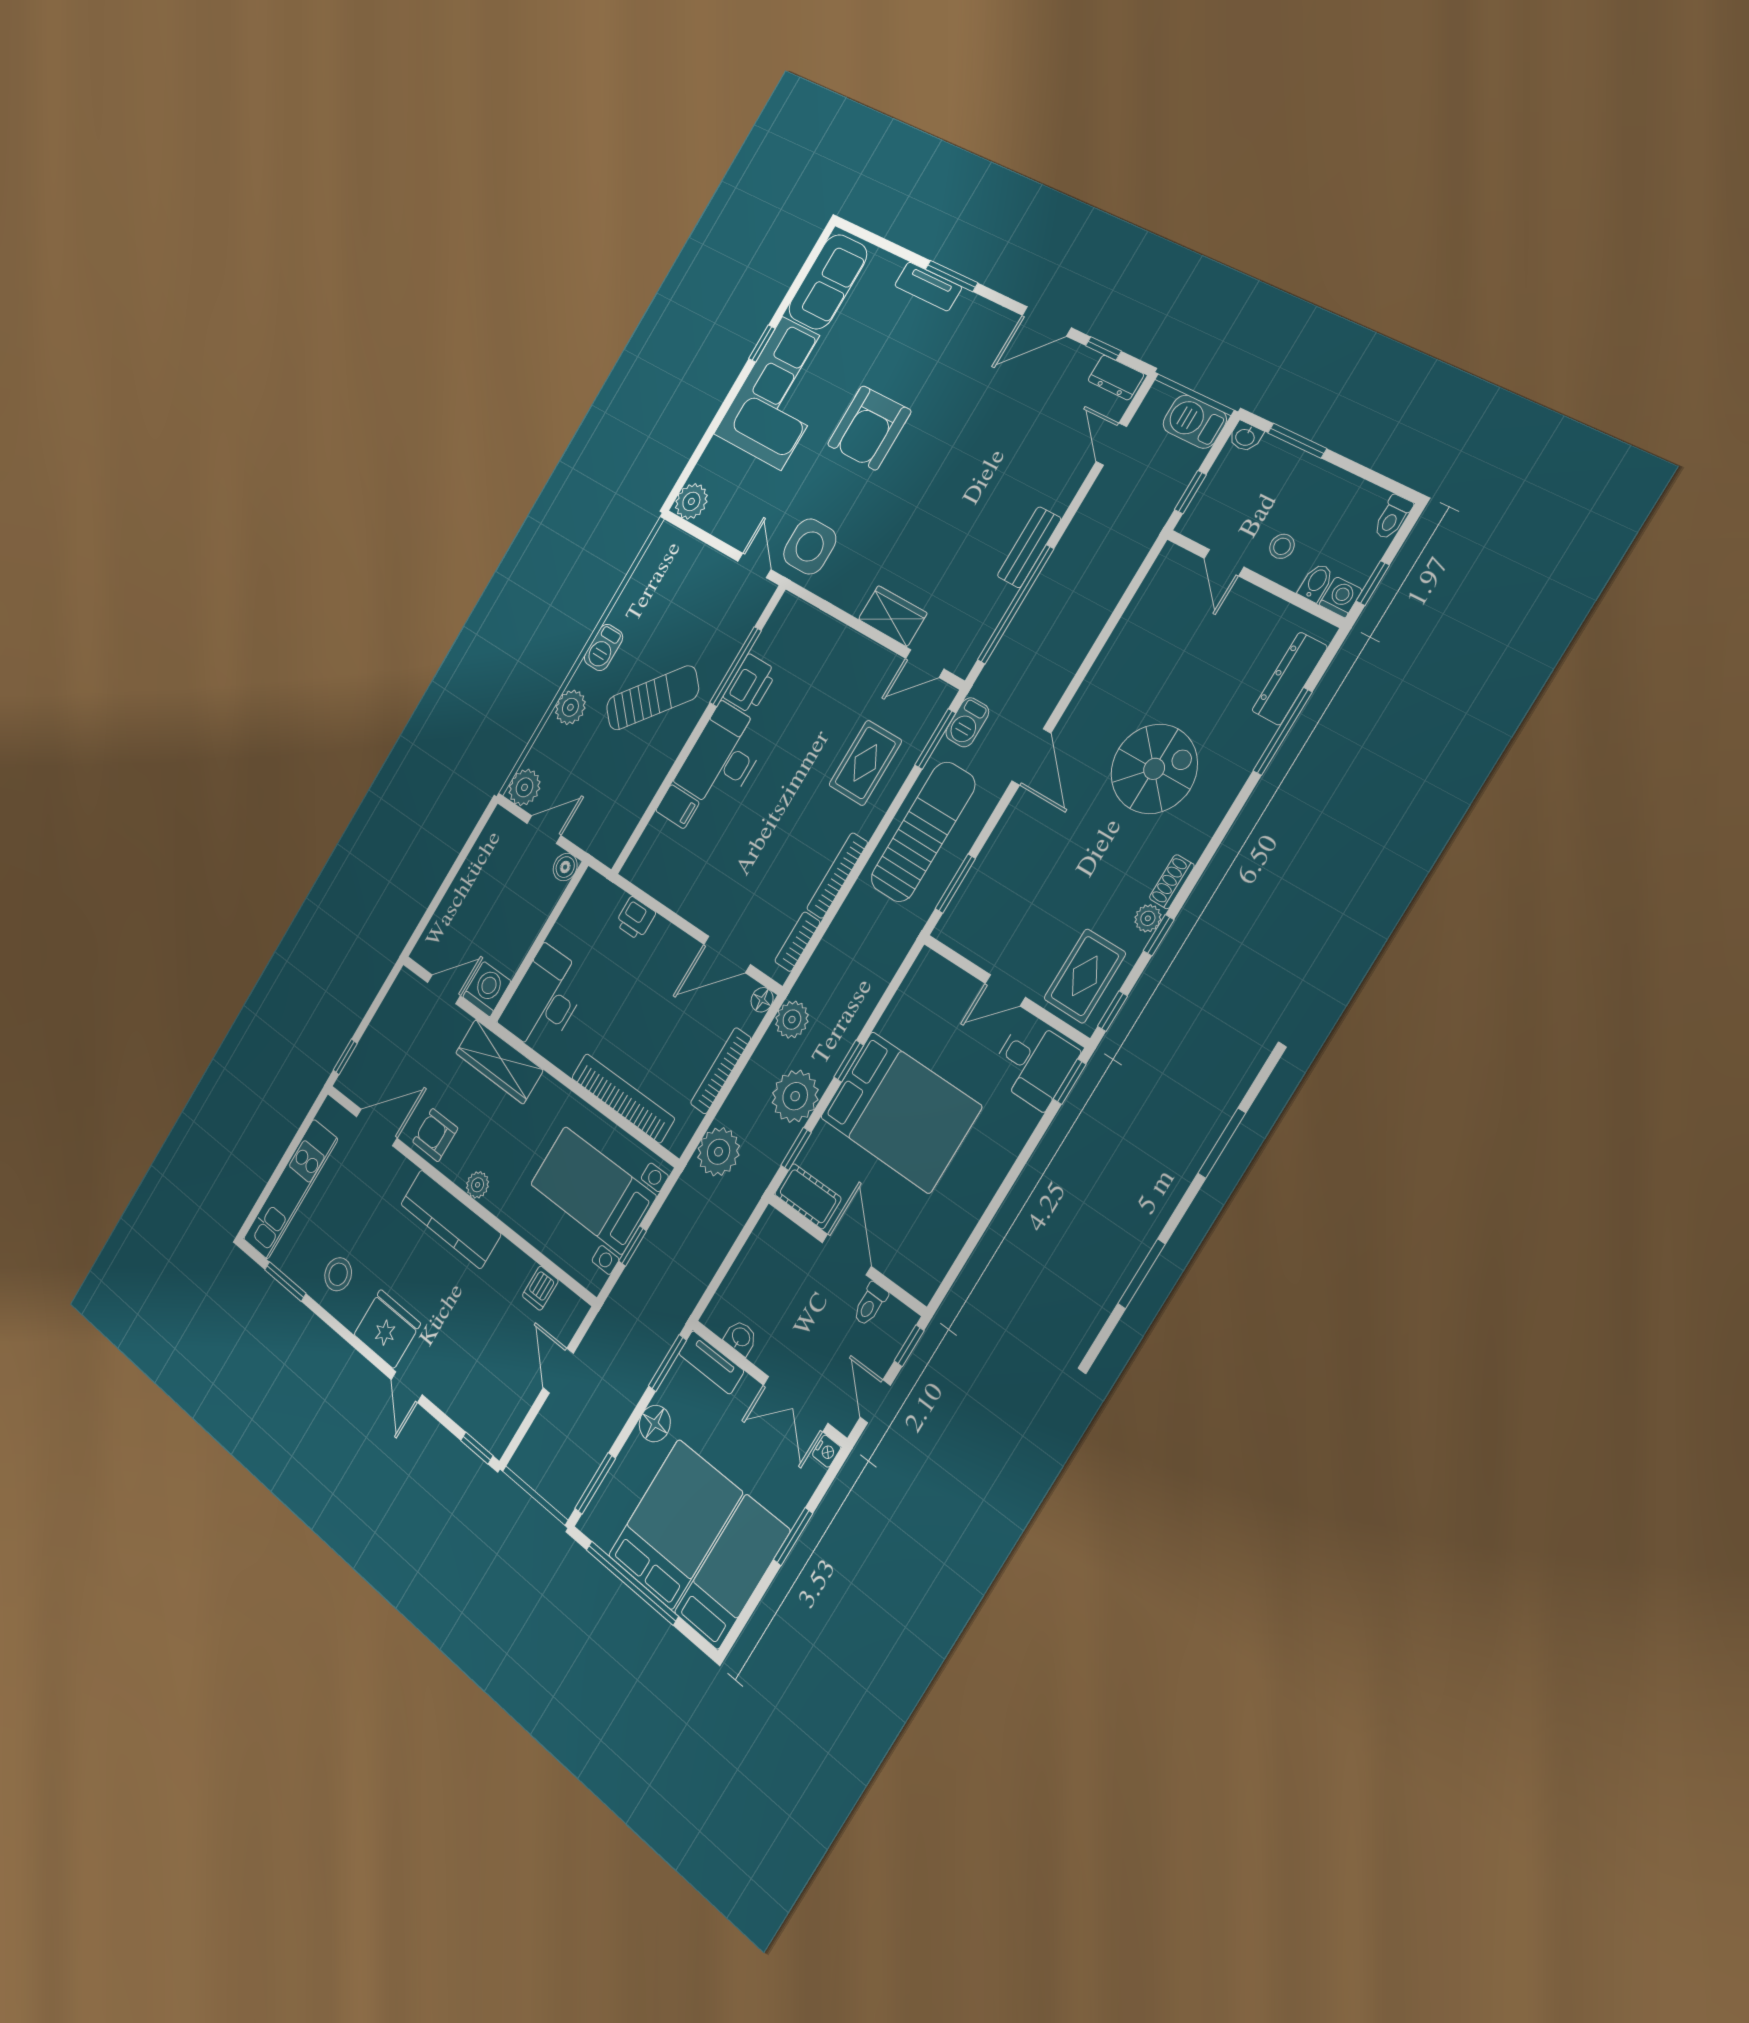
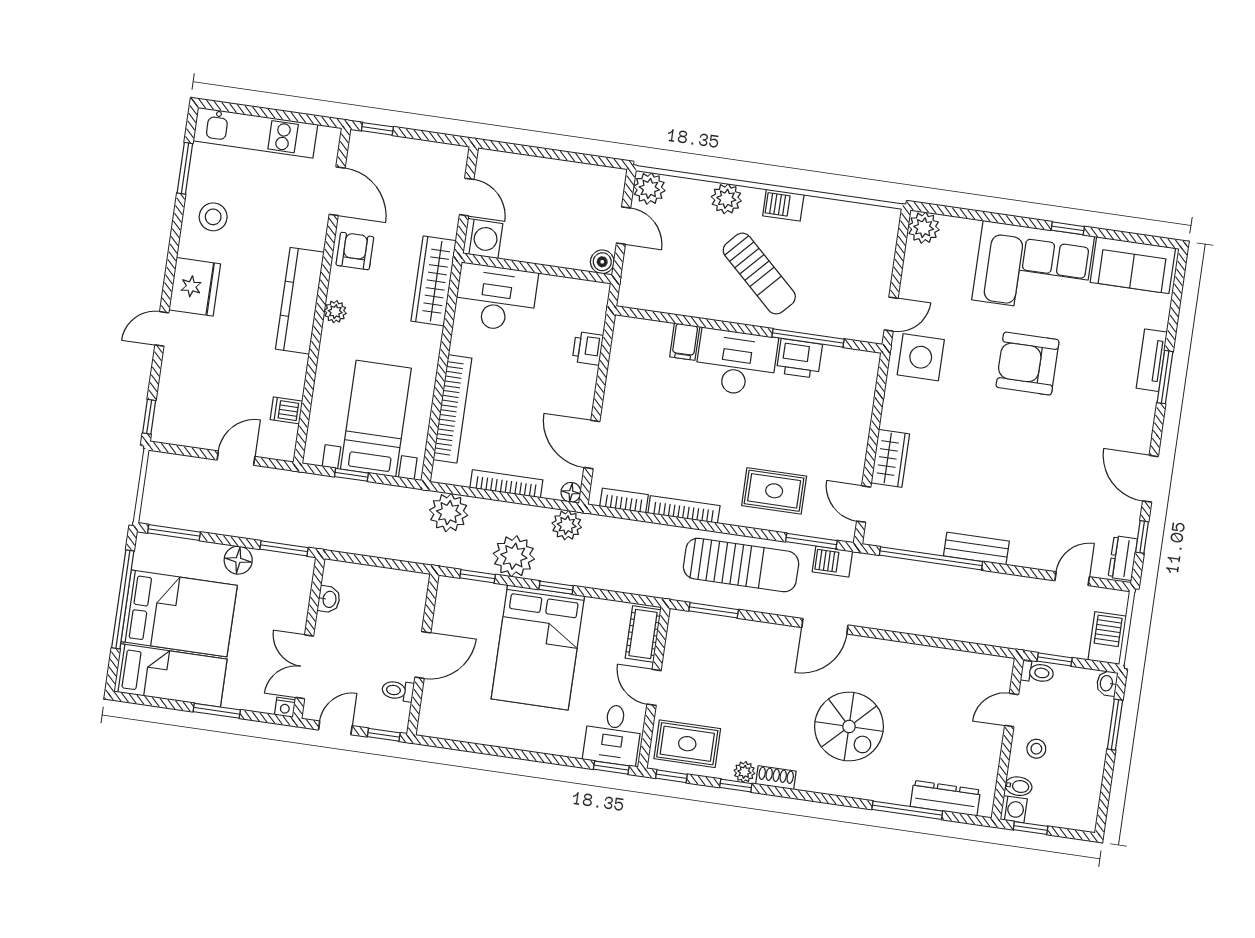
toilet: (1393, 517) -> (1037, 672), moved, turned 180
cot: (808, 1196) -> (643, 634), moved
tv unit: (711, 1362) -> (301, 584), removed

